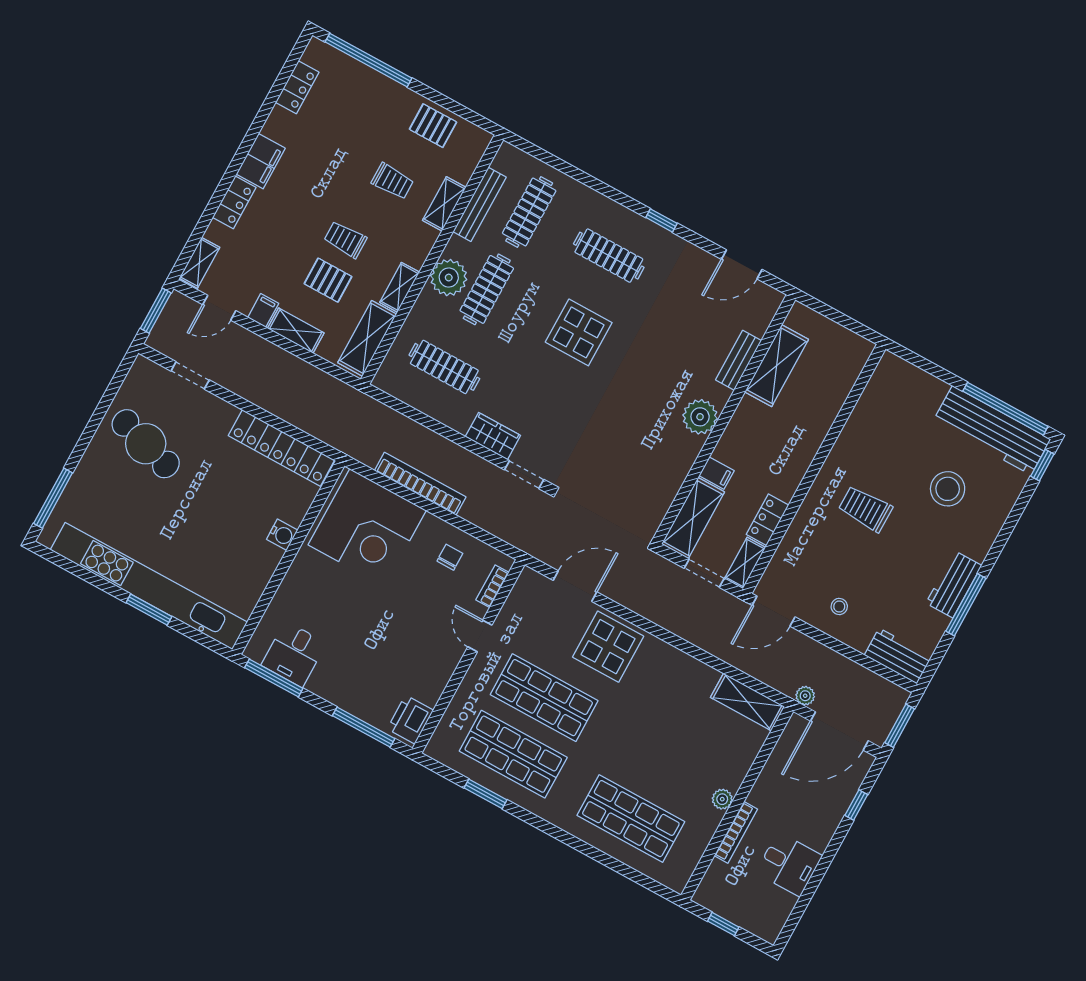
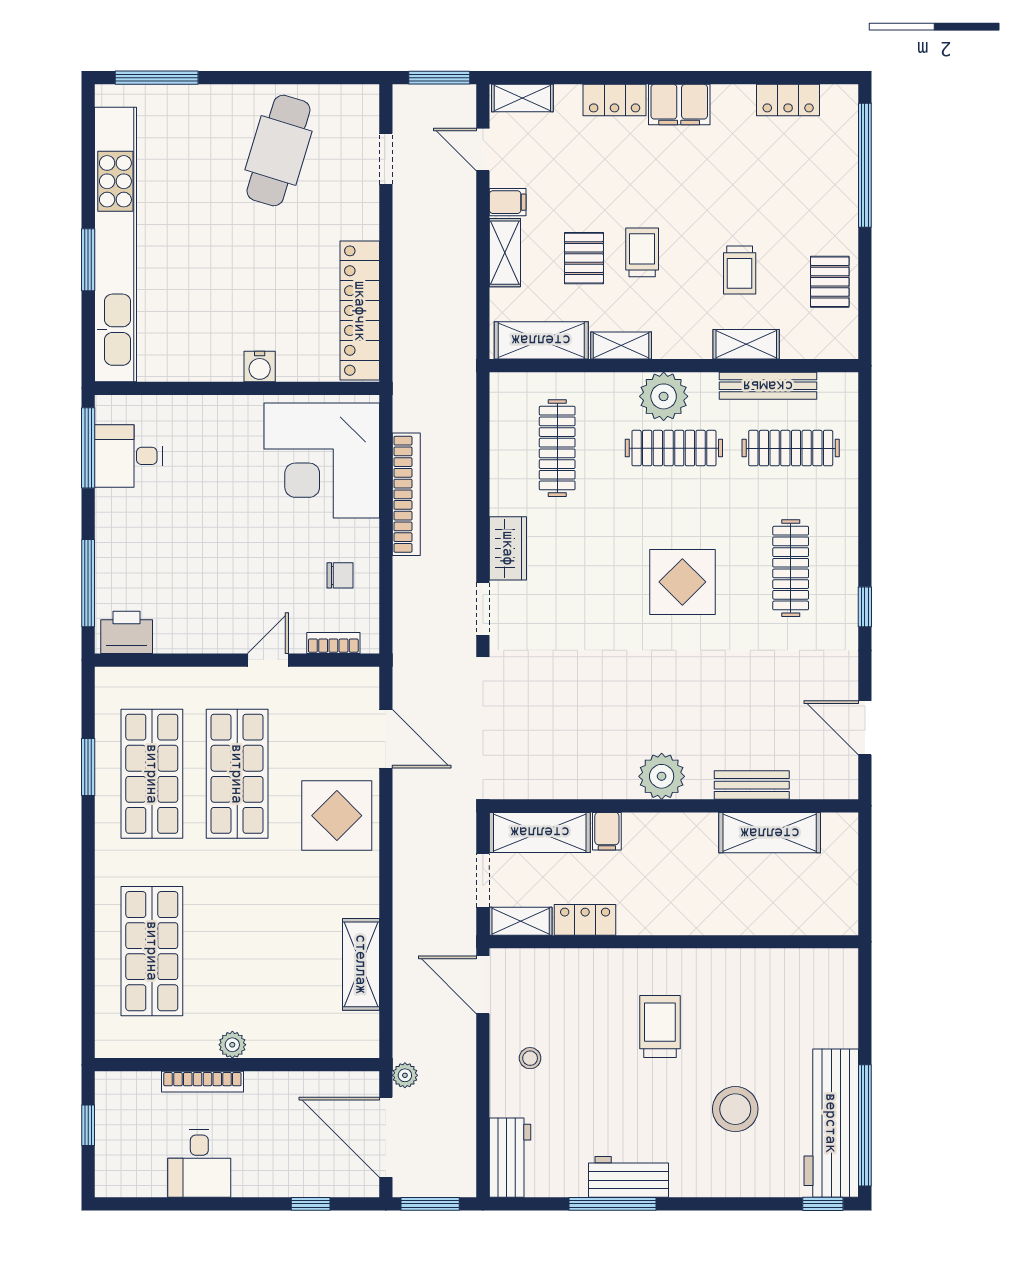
shelving: (747, 702) -> (361, 964), moved

